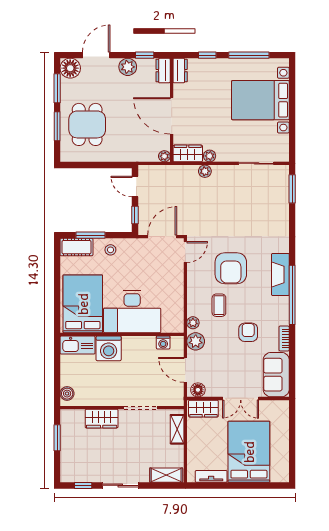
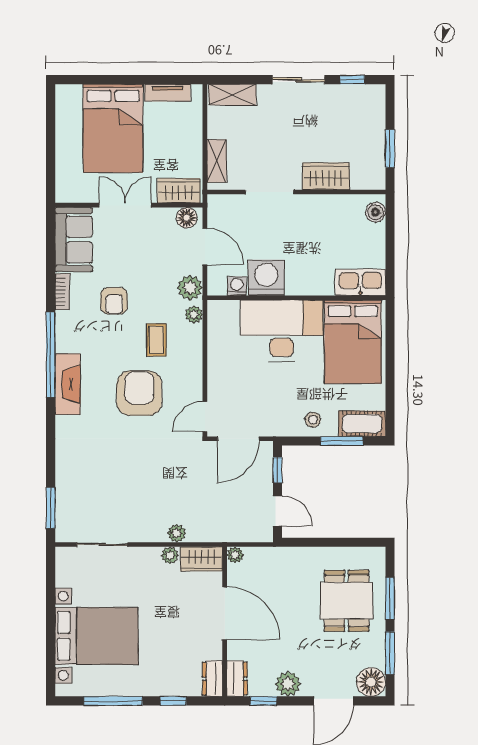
washing machine: (109, 348) -> (266, 278), moved

